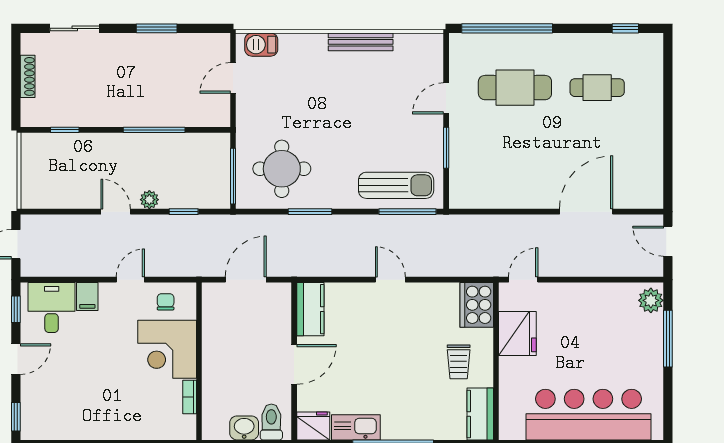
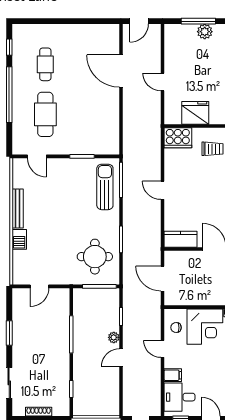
window: (507, 28) -> (9, 95), moved
barbecue: (261, 45) -> (19, 239), moved
door: (233, 78) -> (39, 286), hinge flipped
door: (446, 98) -> (37, 156), moved
door: (390, 280) -> (162, 190), hinge flipped
door: (523, 280) -> (162, 82), moved
plant: (651, 300) -> (205, 32), moved

